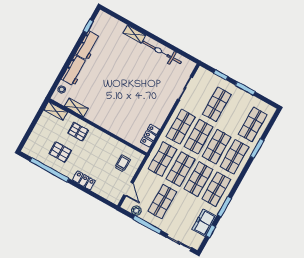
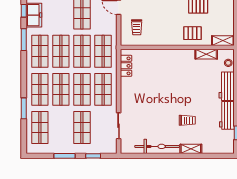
trolley: (124, 60) -> (187, 120), added

